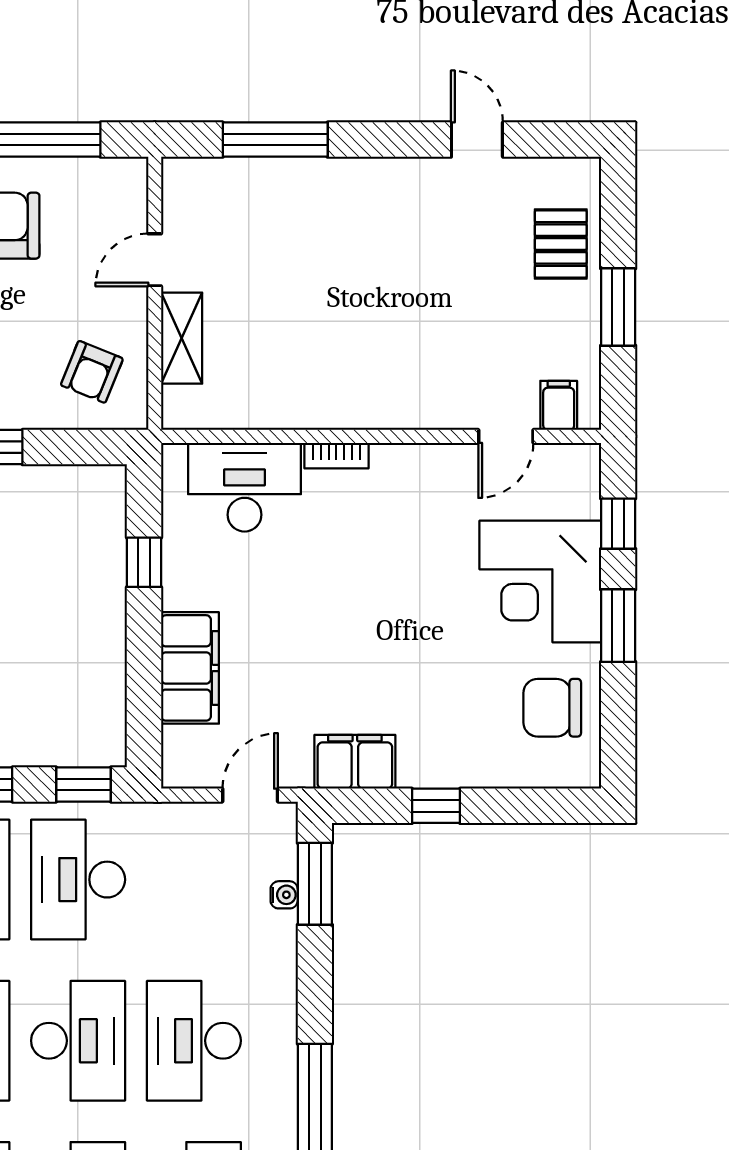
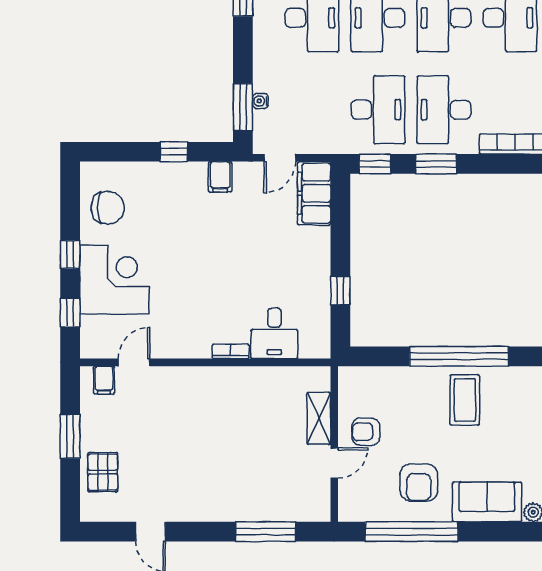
armchair: (92, 372) -> (366, 432), moved, turned -112
desk: (245, 487) -> (274, 333), width x0.73
window: (618, 626) -> (70, 254), width x0.67
filing cabinet: (190, 668) -> (314, 193), moved
filing cabinet: (355, 762) -> (220, 177), width x0.50

